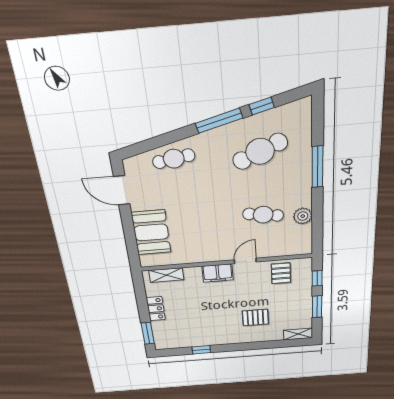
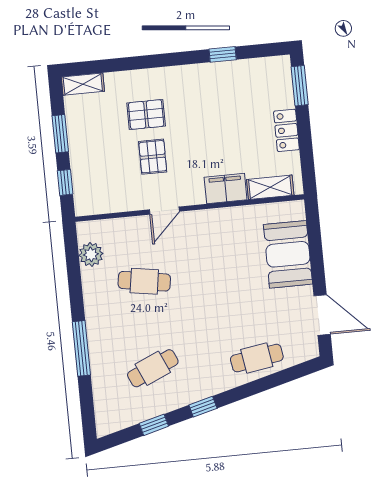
window: (219, 121) -> (203, 407), width x0.46
cafe table: (260, 151) -> (153, 368), width x0.73, depth x0.74
plant: (303, 216) -> (91, 254), moved
filing cabinet: (218, 273) -> (226, 188), moved
pallet: (281, 273) -> (153, 157), moved

